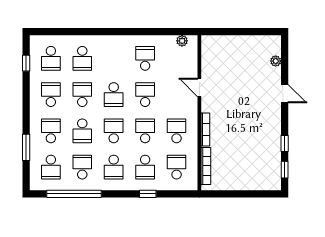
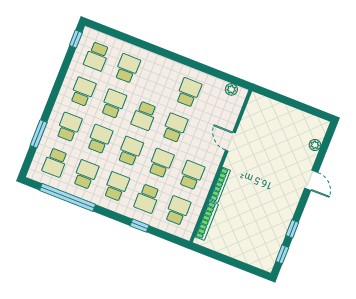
school desk: (82, 58) -> (127, 68), turned 180
window: (26, 63) -> (76, 39), moved
school desk: (82, 131) -> (100, 139), turned 180
school desk: (114, 167) -> (116, 186), turned 180

